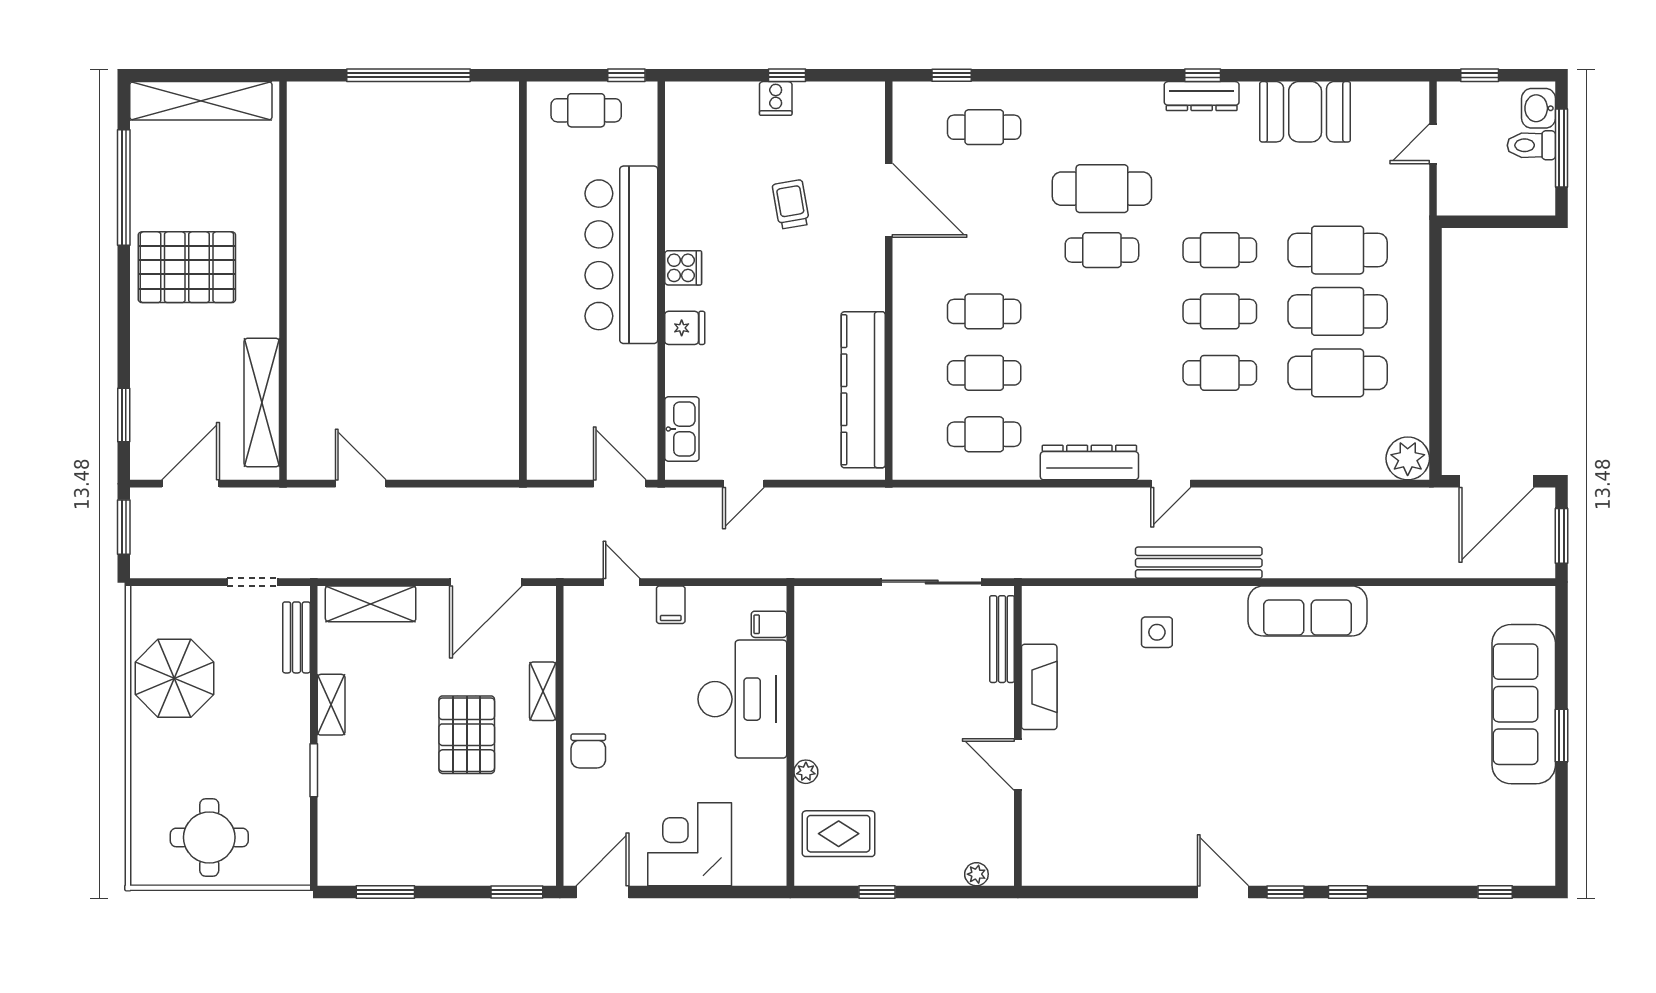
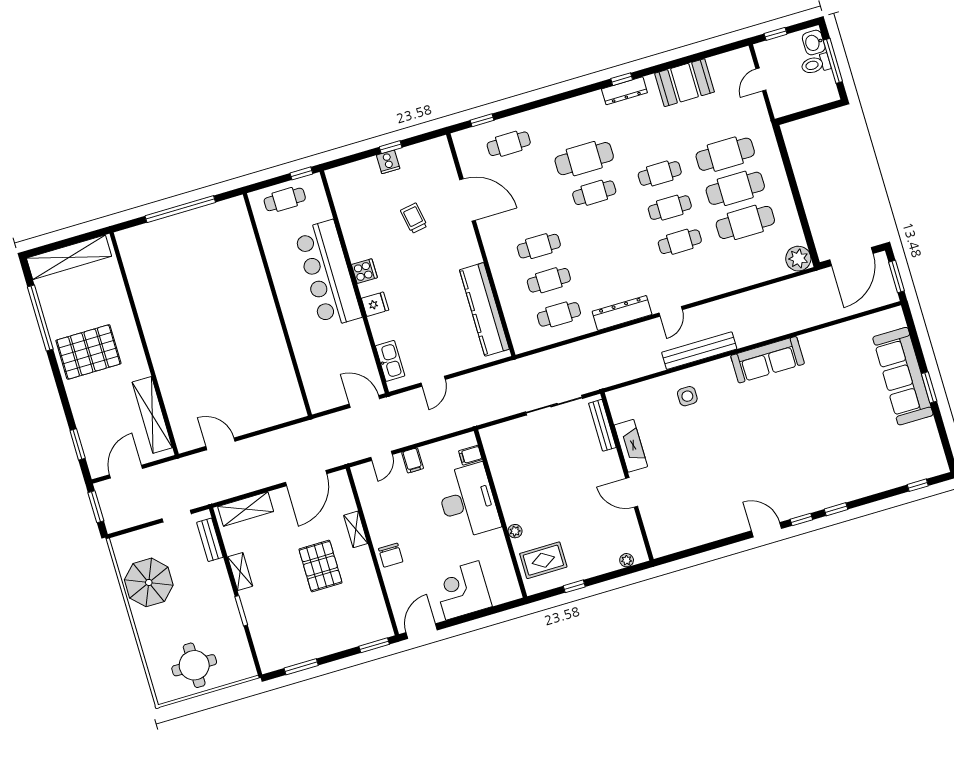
door: (622, 582) -> (382, 456), swing flipped

